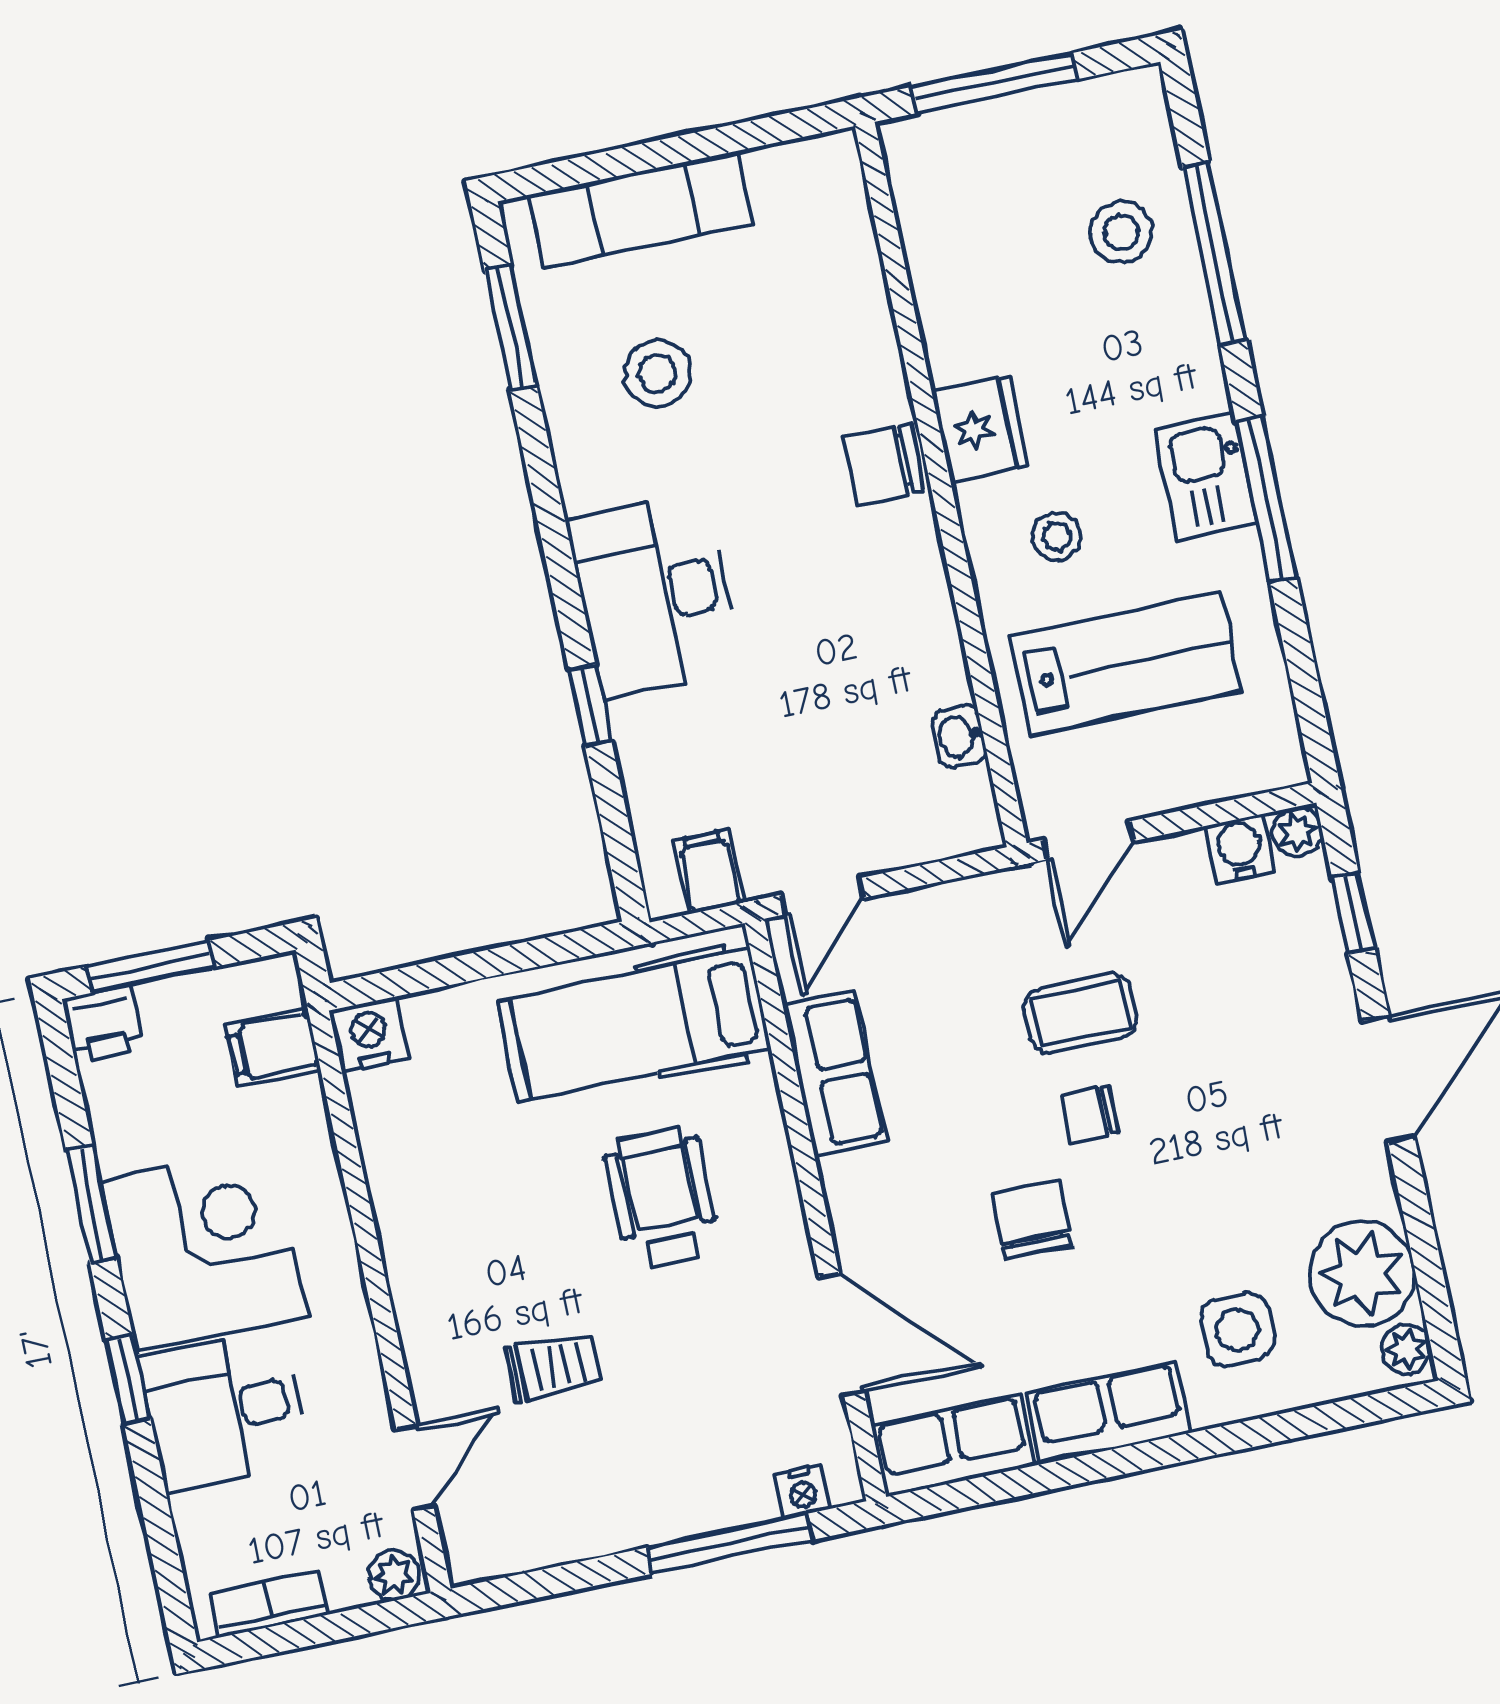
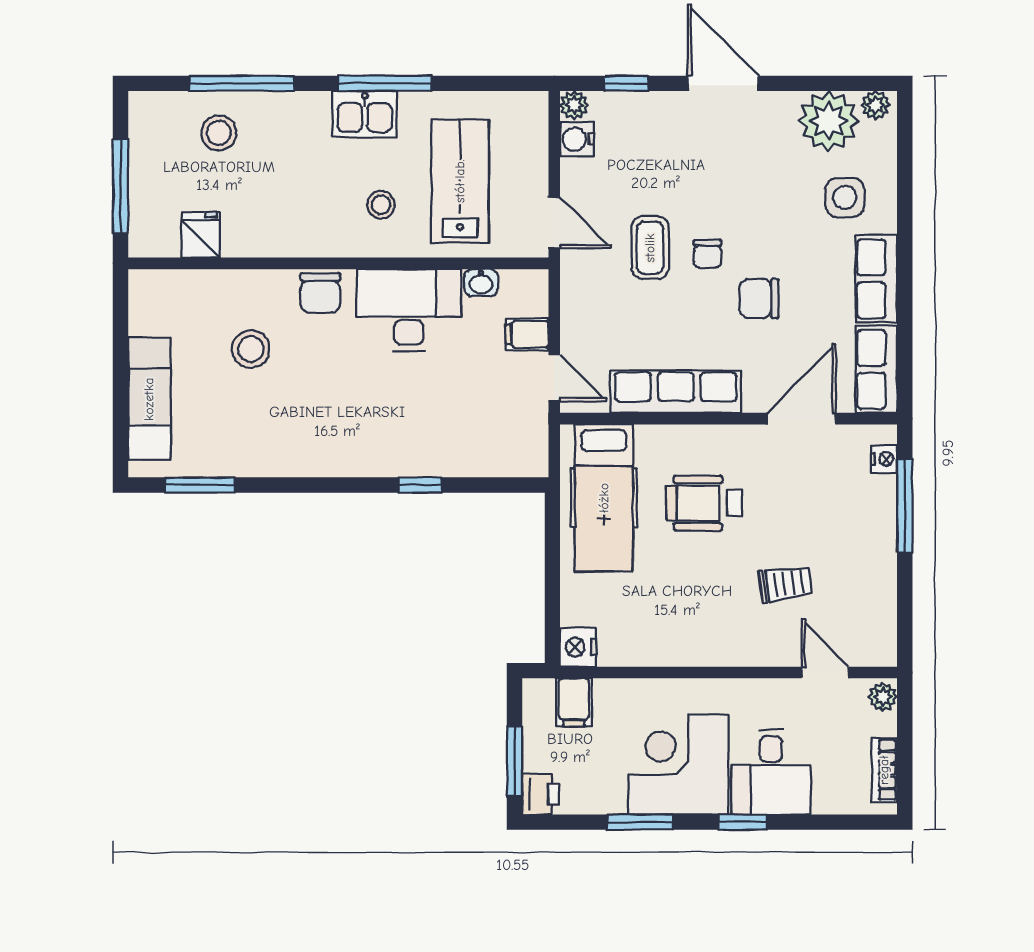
stool: (657, 373) -> (251, 349), moved
fridge: (980, 429) -> (201, 235), moved, width x0.72
desk: (654, 595) -> (409, 310), moved, turned 180
filing cabinet: (709, 872) -> (527, 334), moved
row of seats: (835, 1073) -> (676, 392), width x1.48
trolley: (553, 1367) -> (785, 584), turned 82

